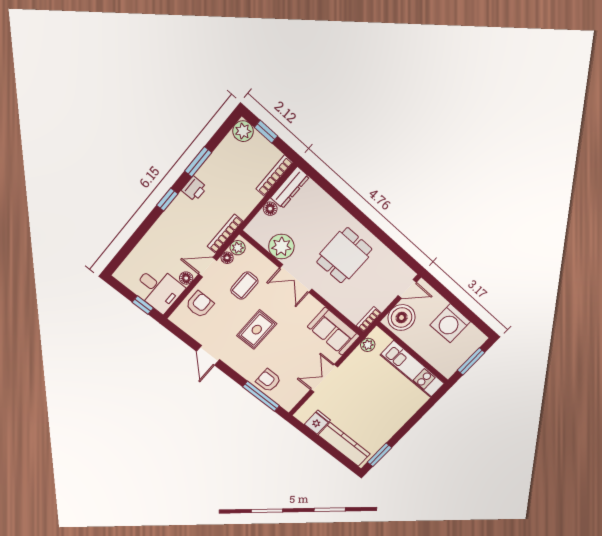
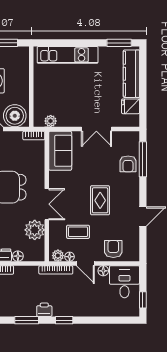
armchair: (200, 304) -> (113, 249), turned 90
window: (143, 305) -> (143, 300), moved
rug: (257, 330) -> (100, 200), turned 90
kitchen unit: (413, 369) -> (68, 55), moved, turned 90

